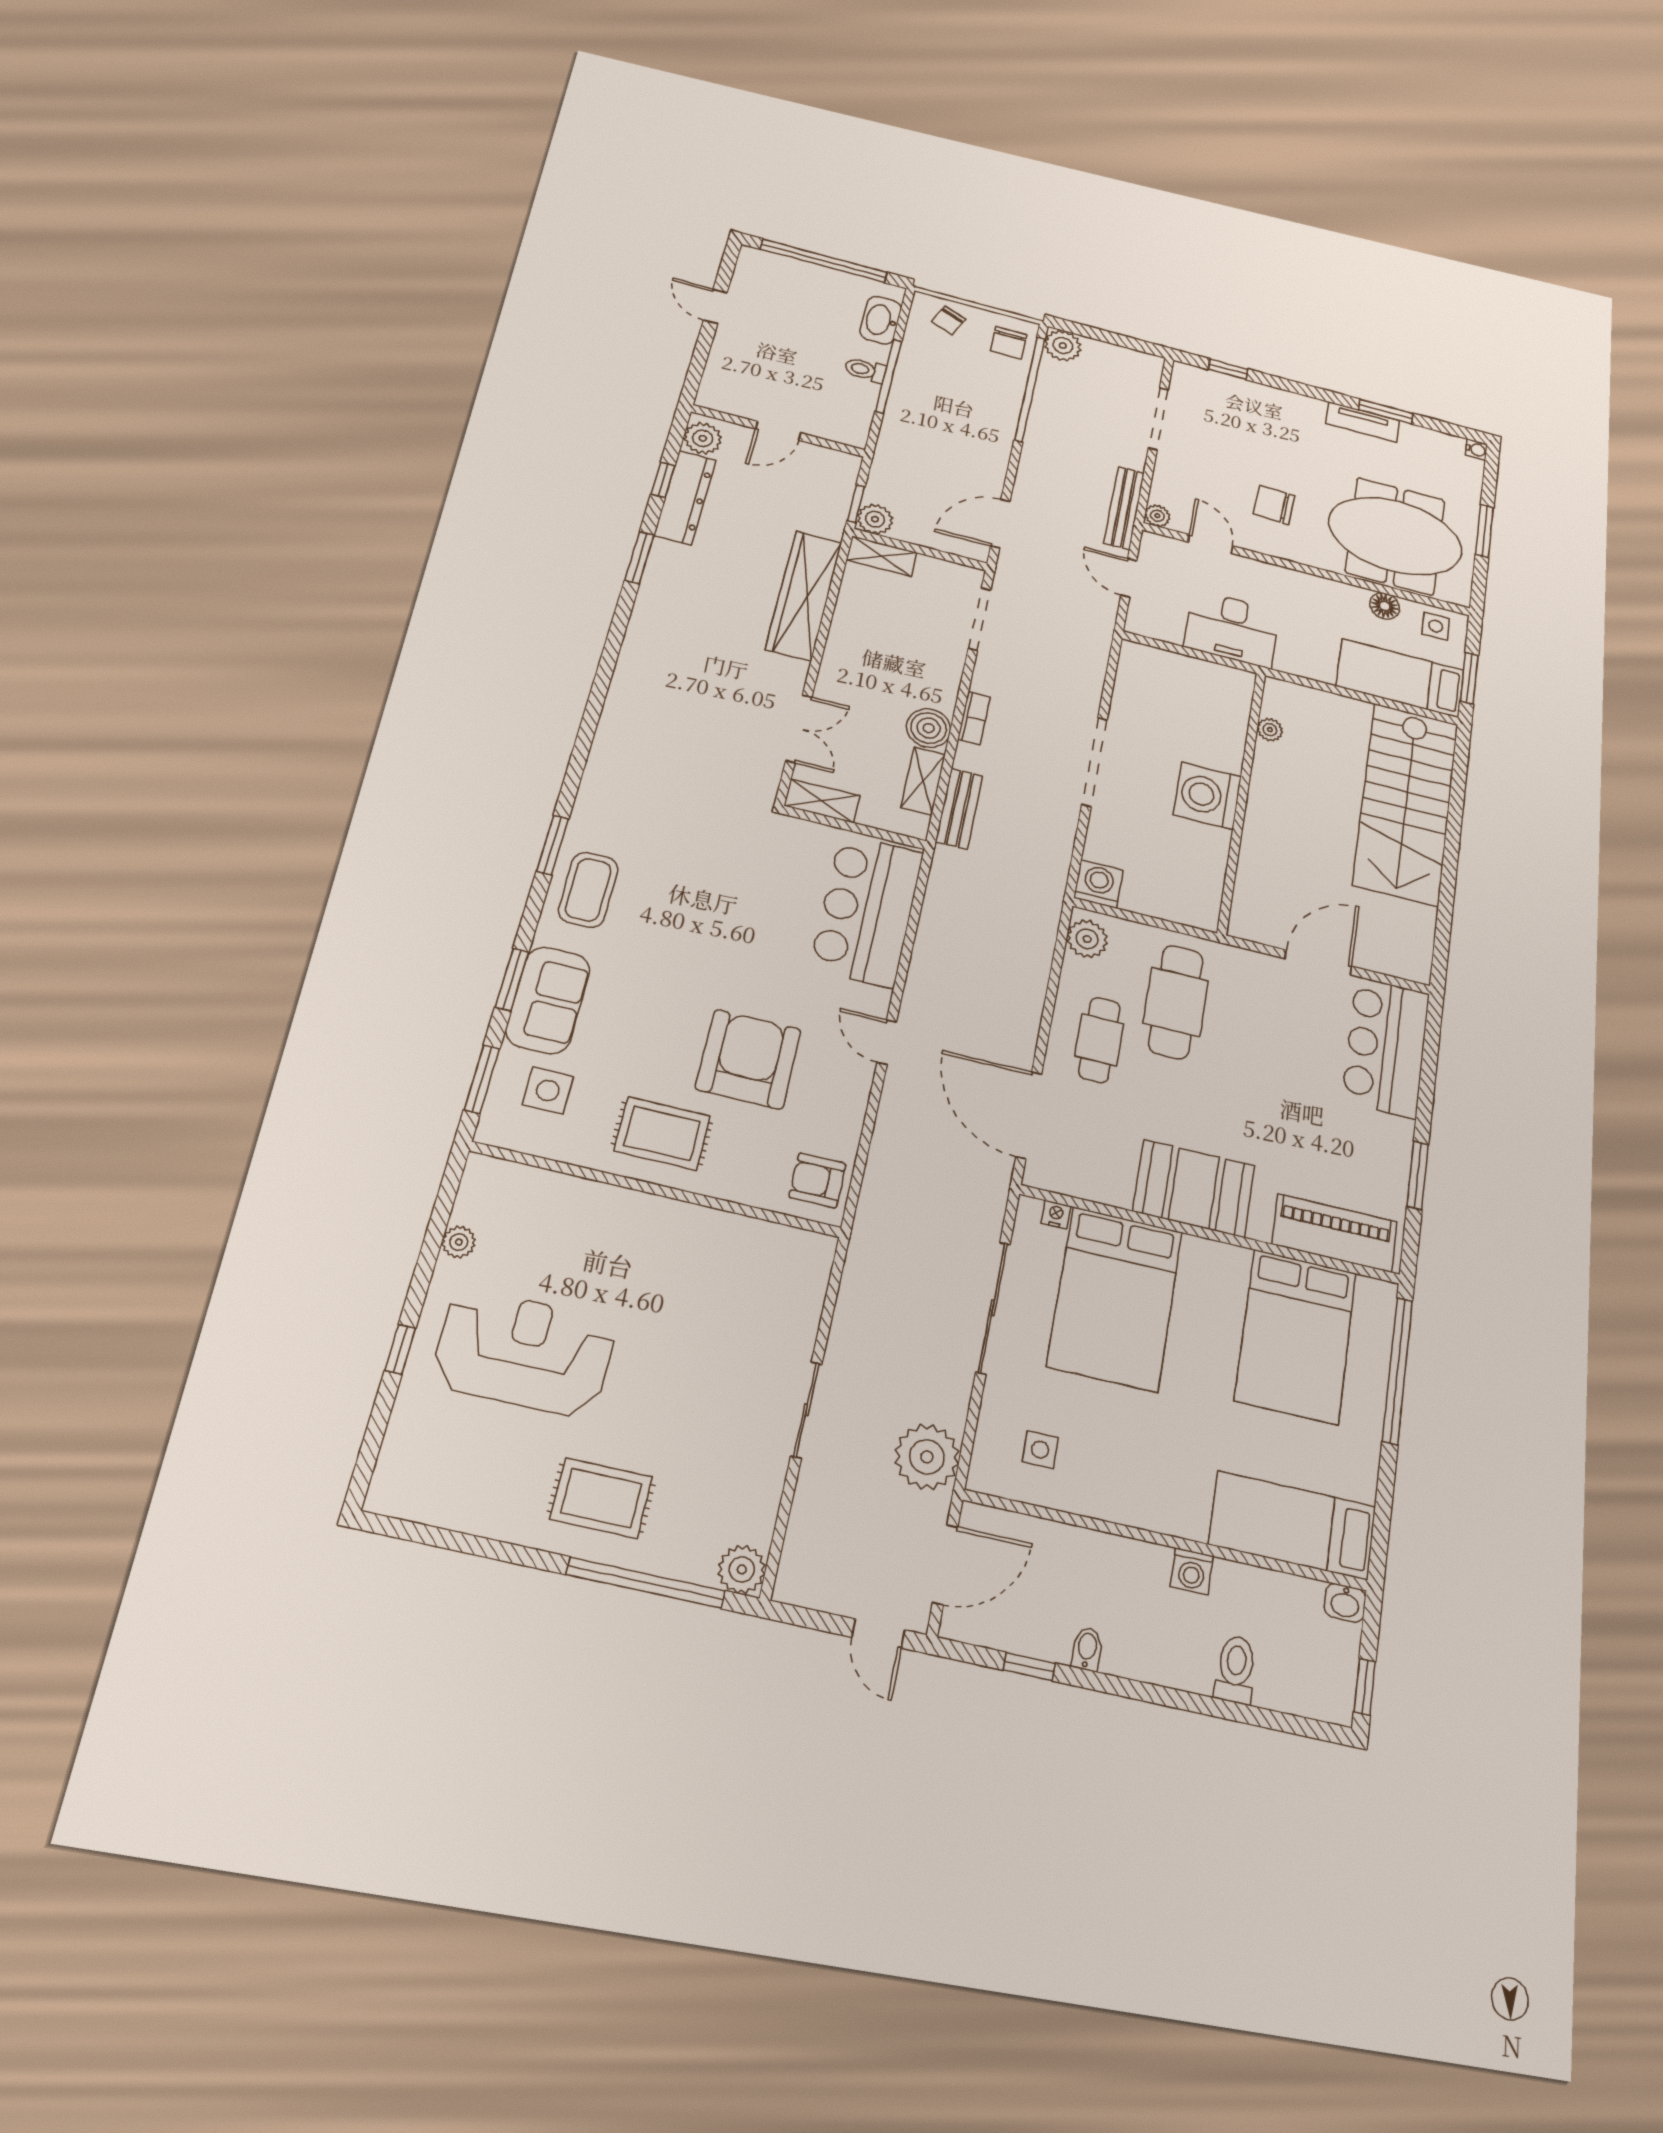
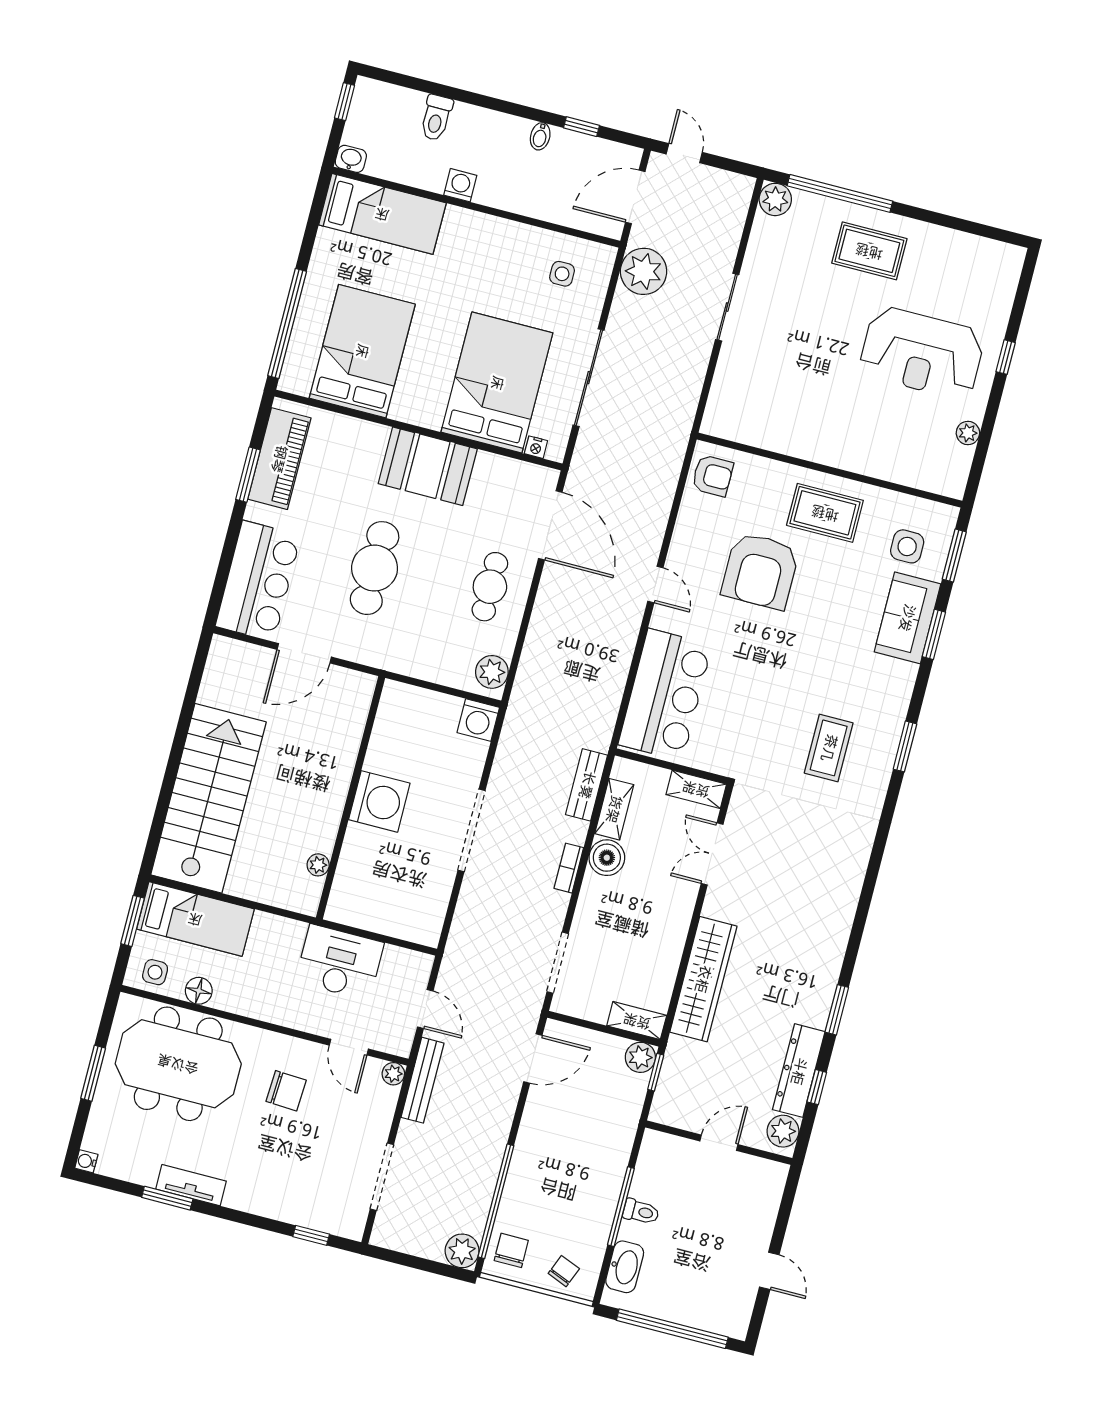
coffee table: (588, 890) -> (829, 748), moved
cafe table: (1176, 1002) -> (375, 568), moved
piano: (1335, 1233) -> (279, 459), moved, turned -90

